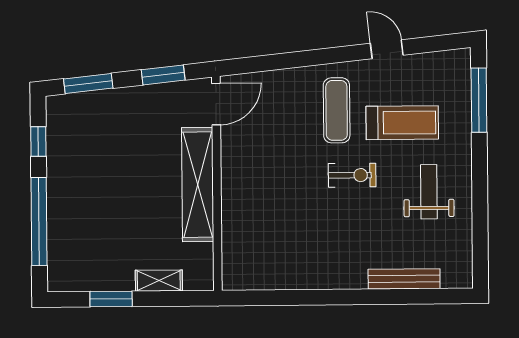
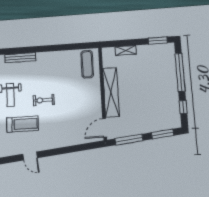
window: (163, 75) -> (129, 140), width x1.44
exercise mat: (337, 110) -> (87, 64), moved
treadmill: (402, 123) -> (23, 124), turned 180
window: (111, 299) -> (158, 41), moved

